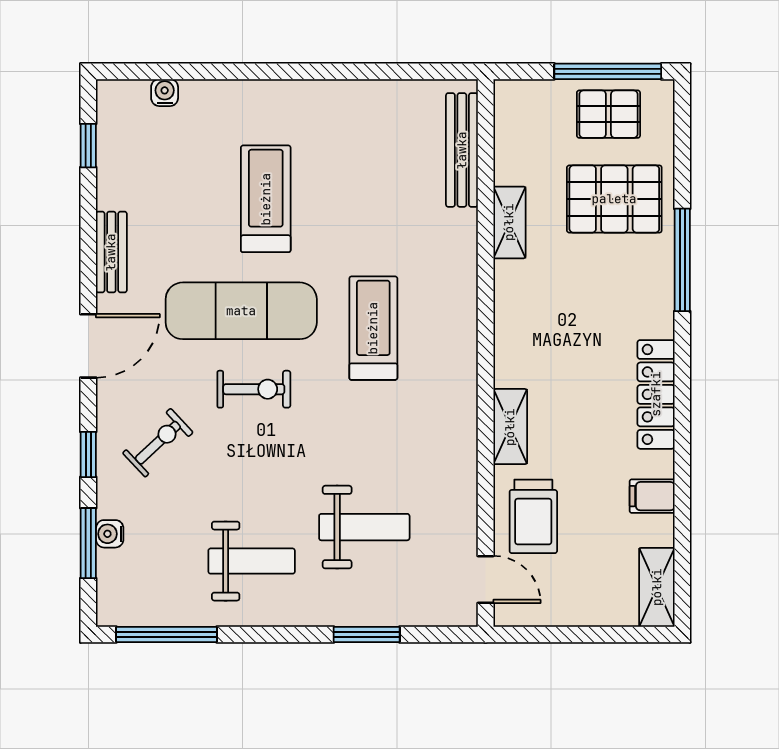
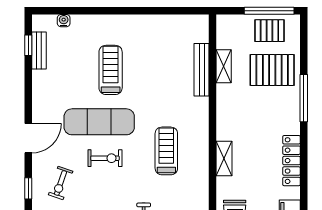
bench: (462, 150) -> (202, 70), moved
shelving: (509, 222) -> (224, 66), moved
bench: (111, 252) -> (39, 51), moved
treadmill: (373, 328) -> (166, 151), moved
shelving: (510, 427) -> (224, 158), moved
exercise bike: (158, 443) -> (61, 183), turned 152

